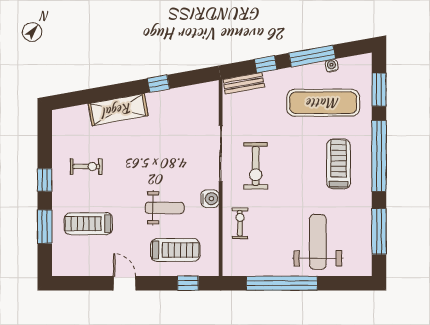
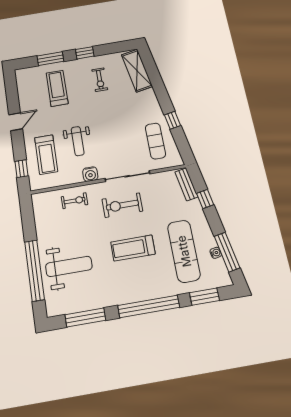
window: (312, 56) -> (227, 252), moved
shelving: (118, 110) -> (137, 71), moved
exercise mat: (182, 110) -> (155, 141), added
treadmill: (339, 164) -> (133, 248), moved, turned 180
window: (282, 283) -> (34, 270), moved

